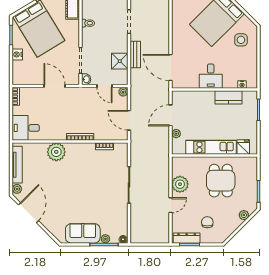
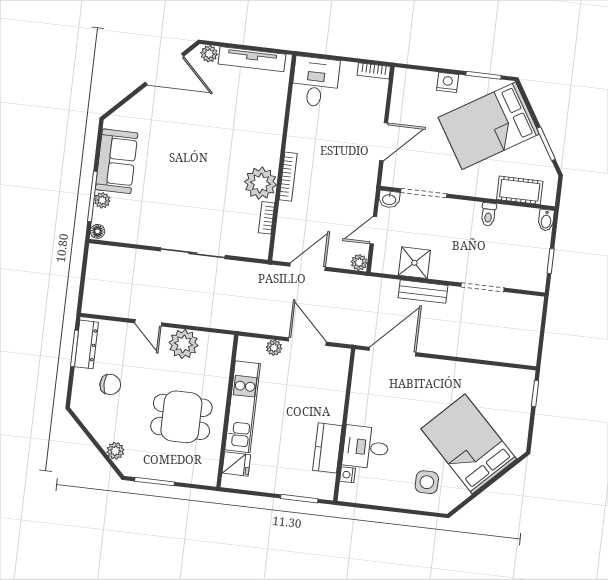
desk: (211, 76) -> (366, 447), moved
plant: (56, 152) -> (261, 183), moved

